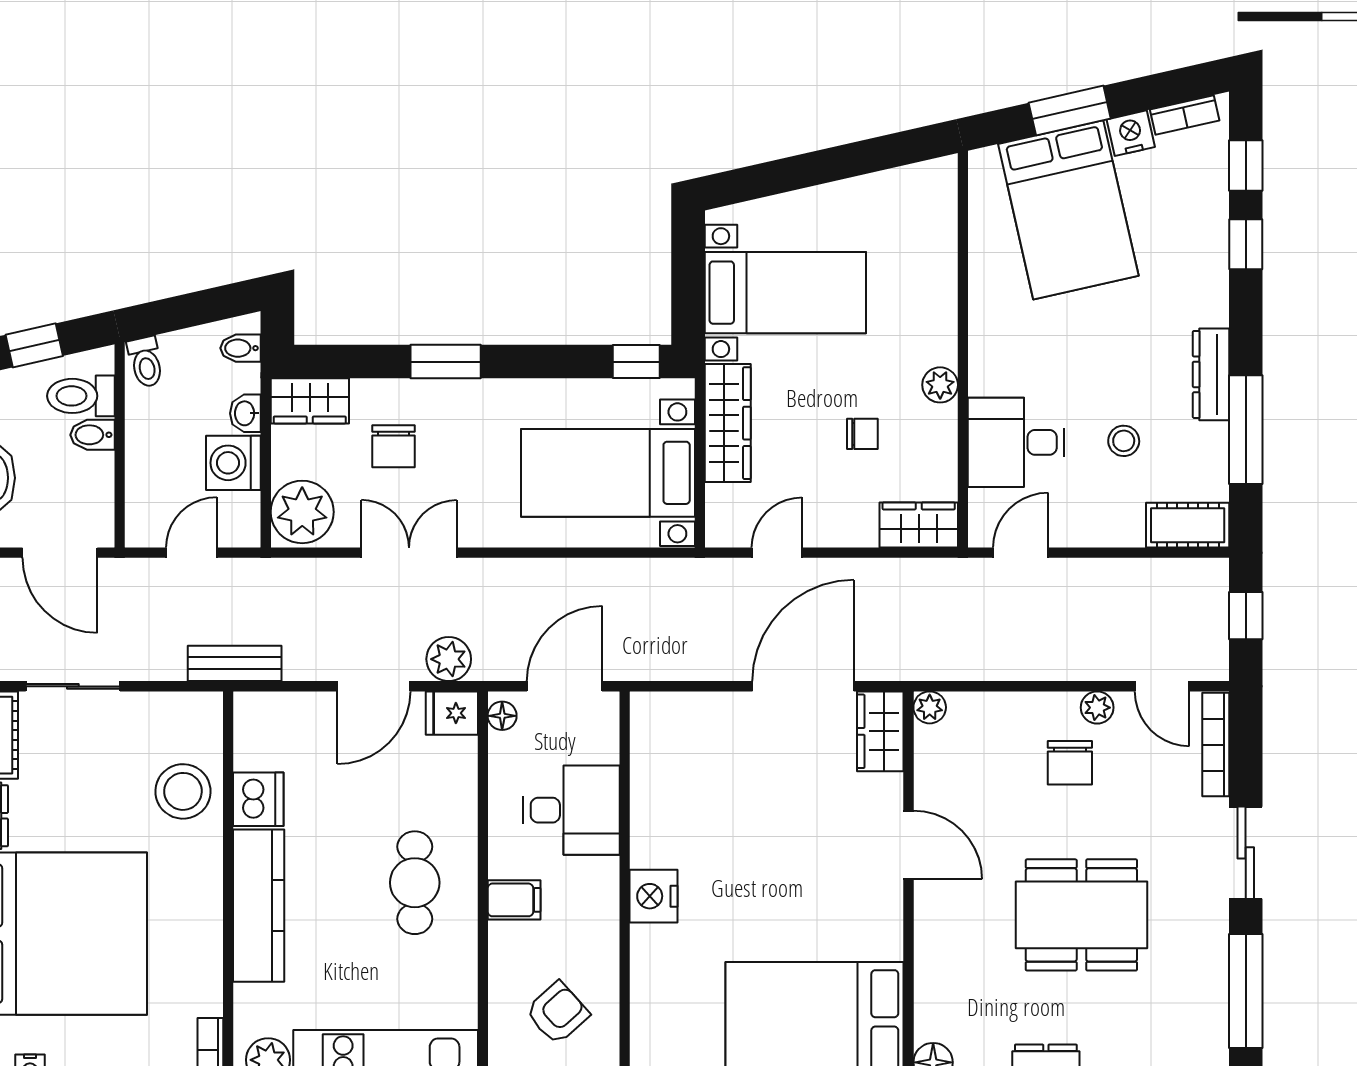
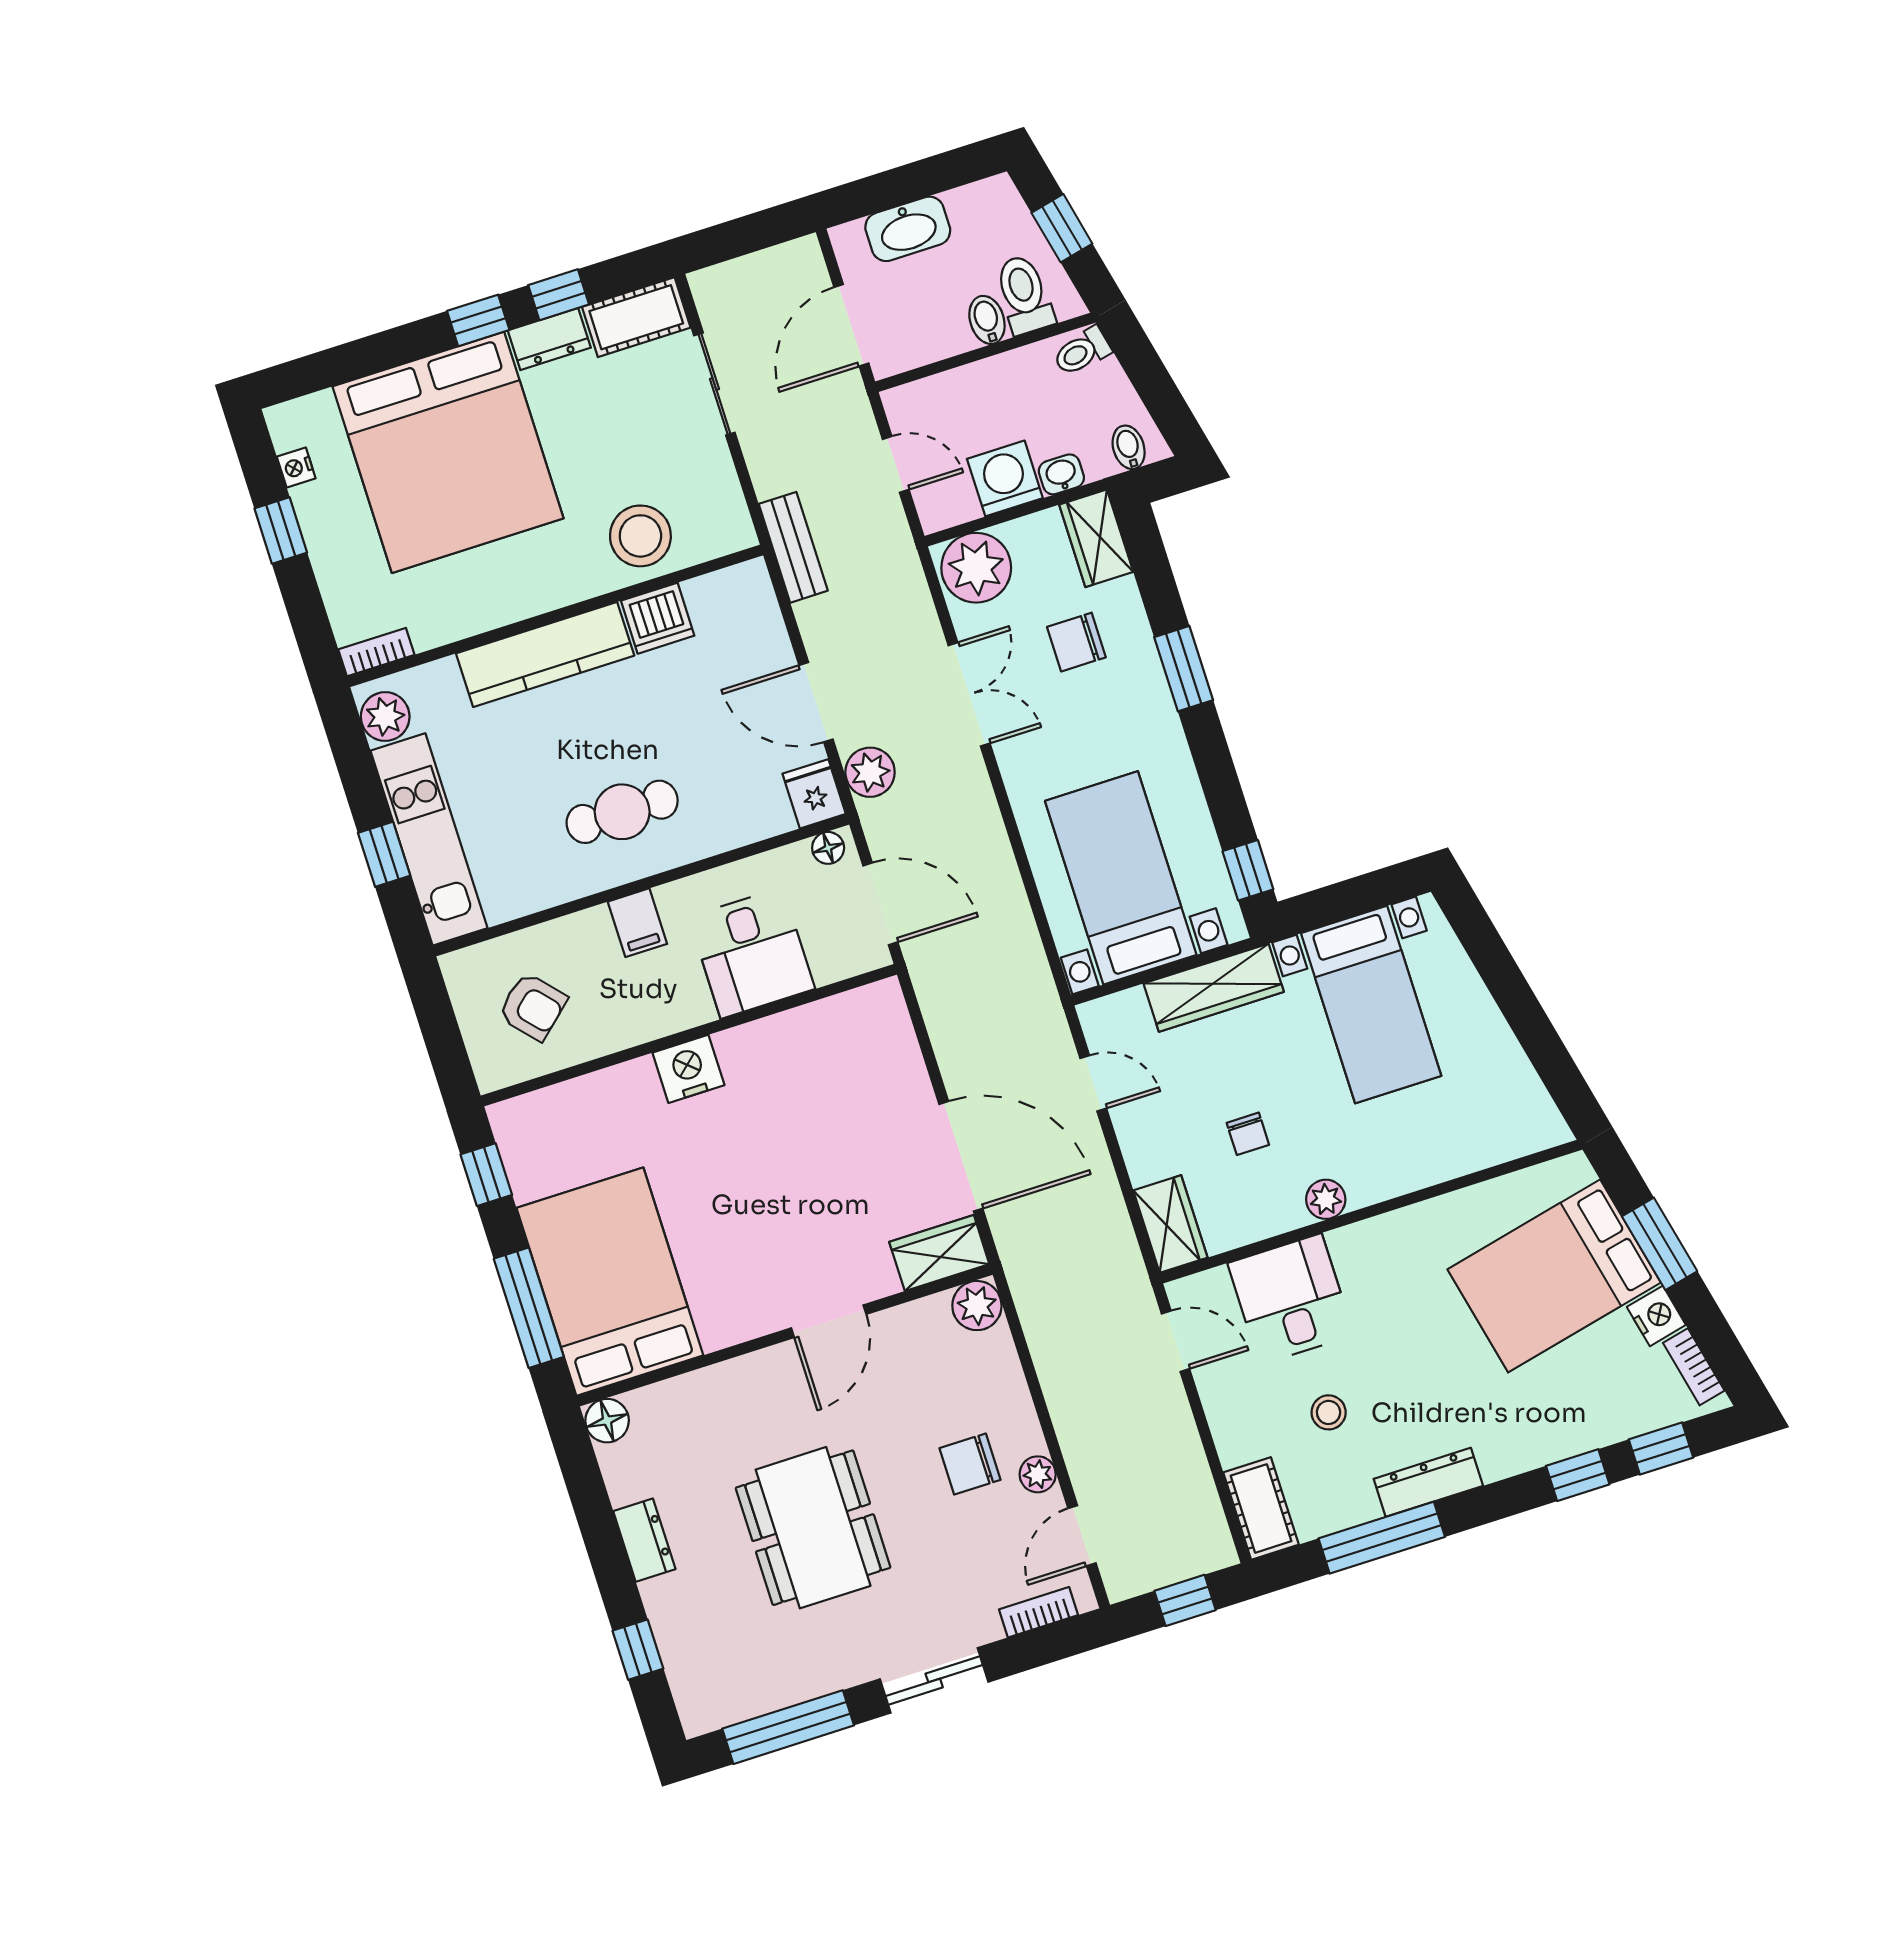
plant: (930, 707) -> (977, 1306), width x1.38, depth x1.38
bookcase: (1216, 745) -> (1039, 1612), width x0.64

